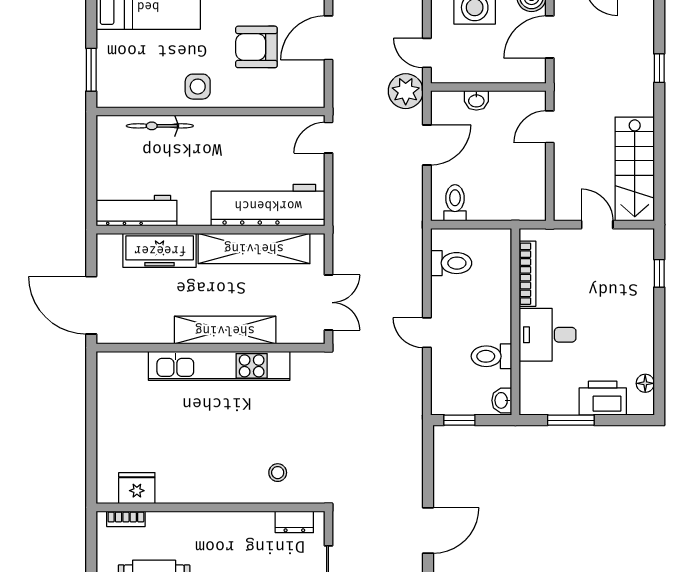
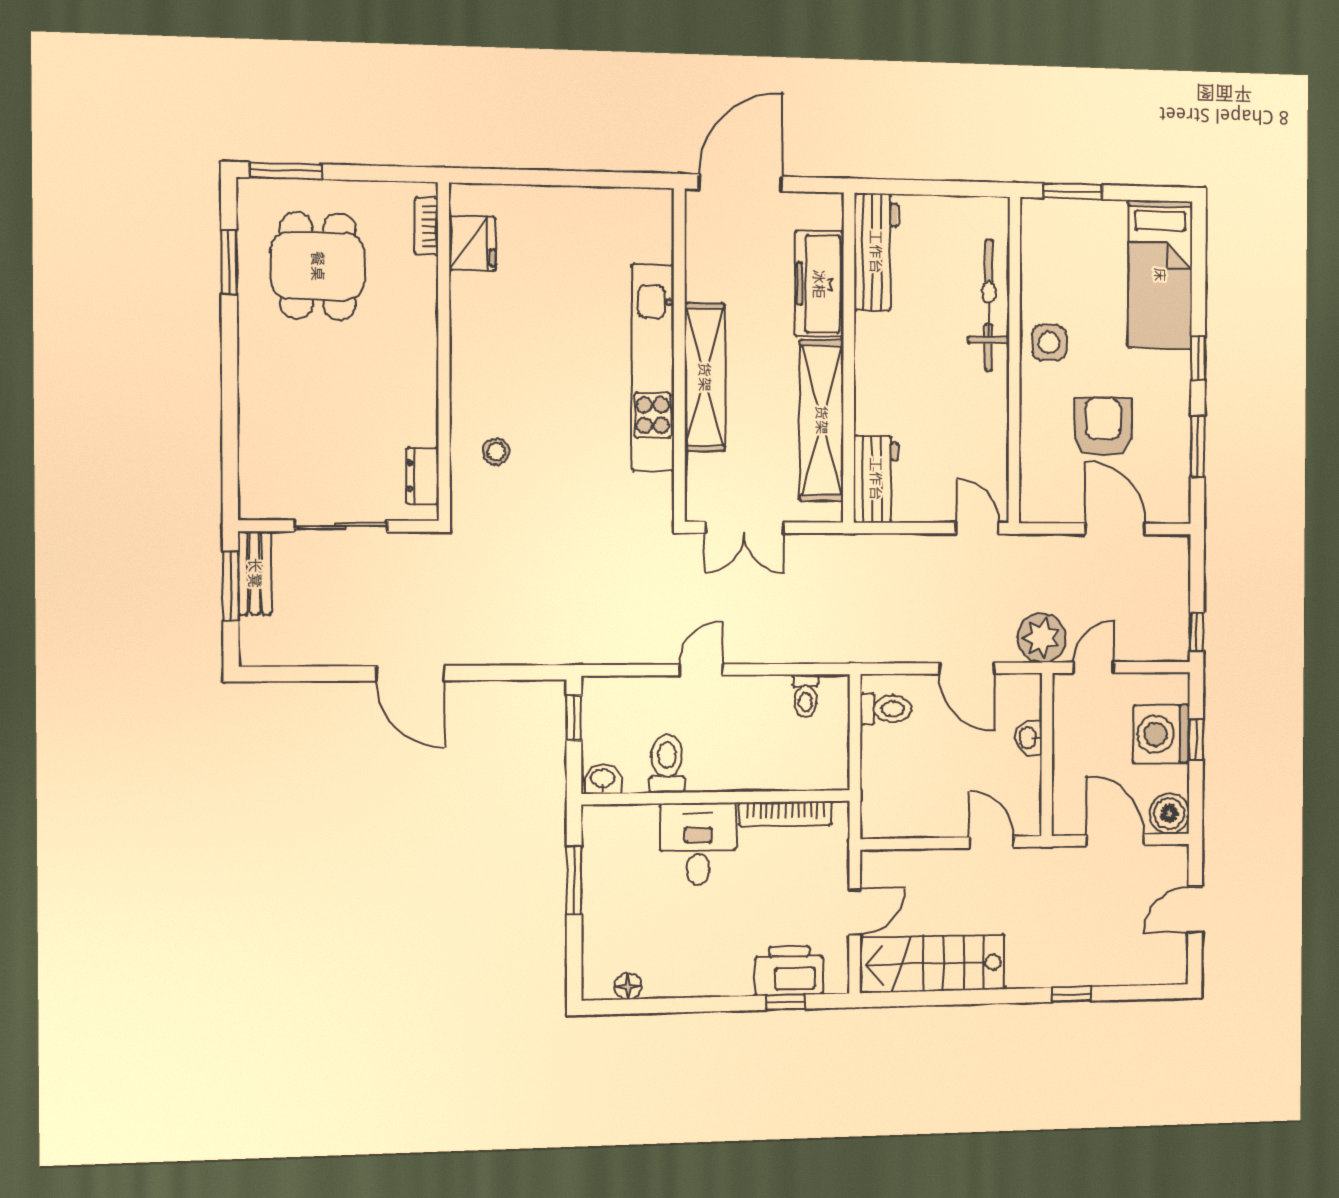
bicycle: (160, 126) -> (989, 305), width x1.37, depth x1.40
workbench: (268, 205) -> (876, 479), width x0.53, depth x0.76
toilet: (451, 263) -> (805, 696), width x0.73, depth x0.72
printer: (603, 398) -> (789, 971), moved, turned -90

